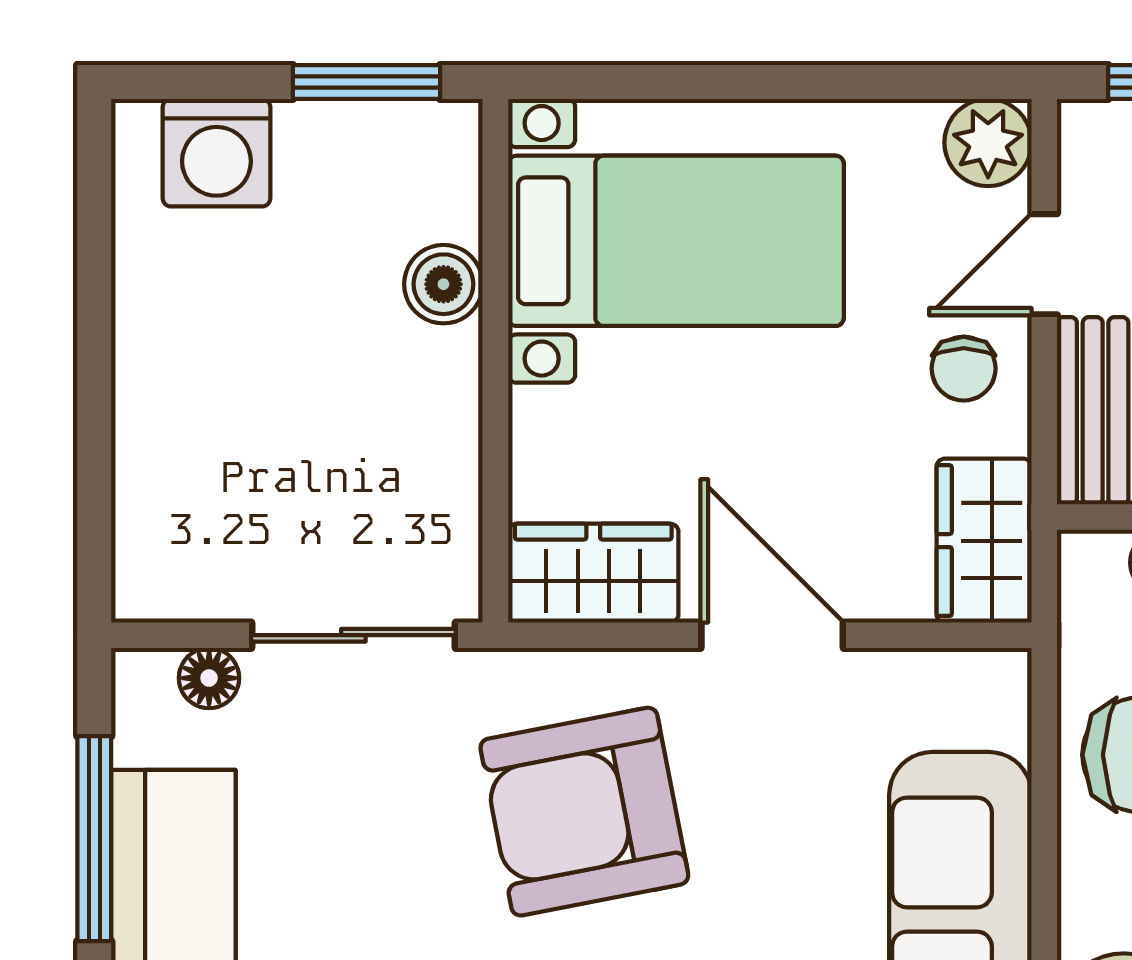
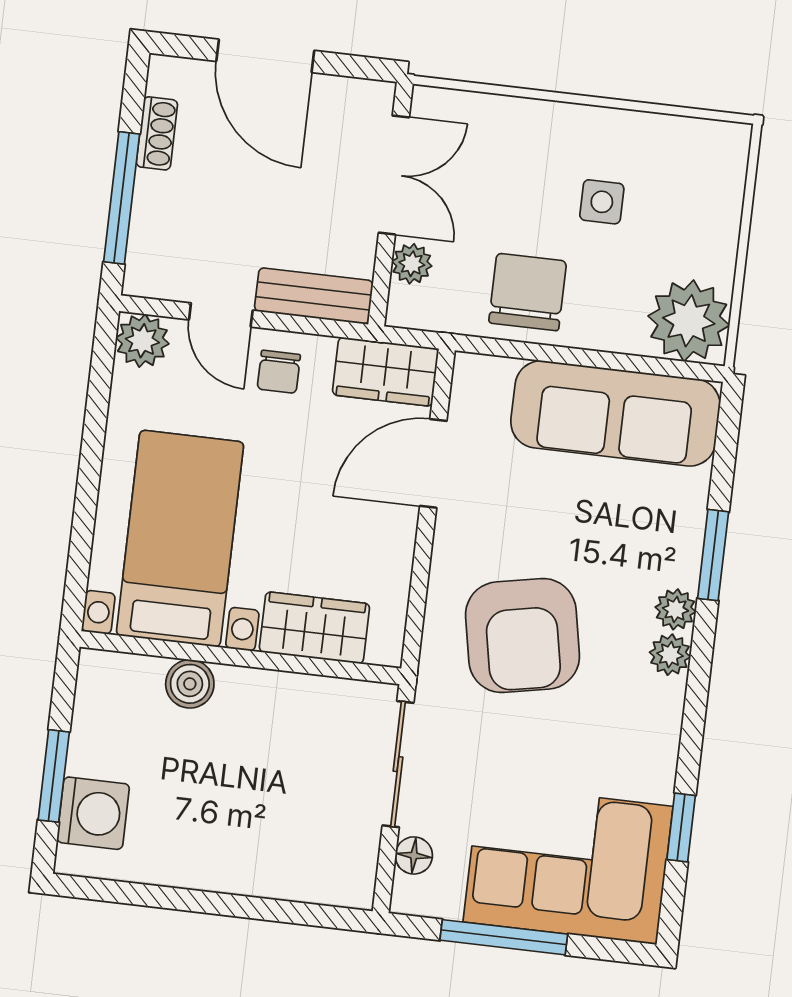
window: (366, 82) -> (54, 776), moved
chair: (964, 369) -> (279, 372), turned 90
wardrobe: (593, 573) -> (314, 628), moved, turned 90
door: (772, 635) -> (433, 463), moved

